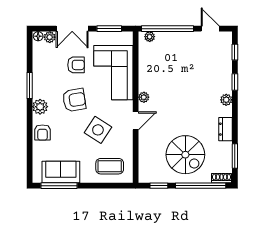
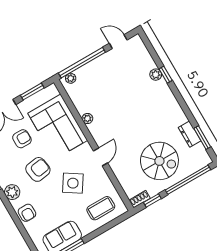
window: (235, 52) -> (151, 49), removed
plant: (144, 97) -> (87, 118), moved
plant: (226, 100) -> (156, 75), moved
dresser: (225, 129) -> (190, 134), moved
shoe rack: (222, 178) -> (140, 199), moved

